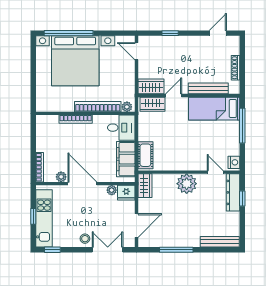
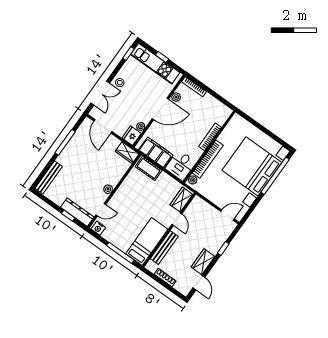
wardrobe: (151, 86) -> (203, 262), moved, turned 180
plant: (187, 184) -> (108, 189), width x0.53, depth x0.53

